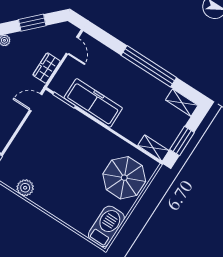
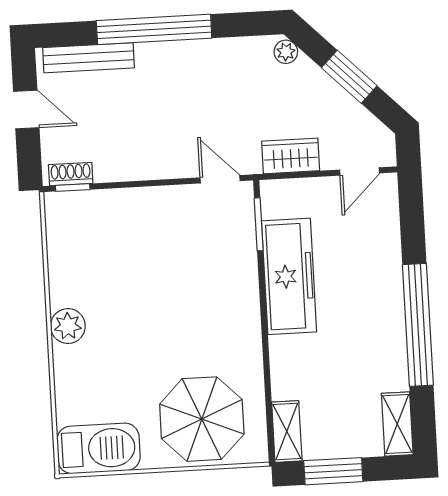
plant: (25, 188) -> (68, 326), moved

